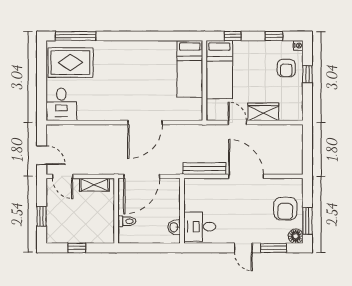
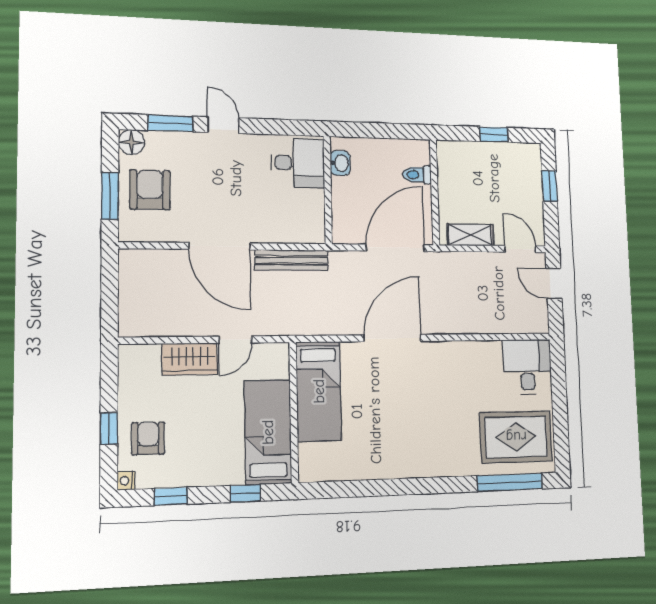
bed: (190, 69) -> (319, 391), moved, turned 180
door: (237, 123) -> (235, 340), hinge flipped
window: (307, 221) -> (110, 196), moved

